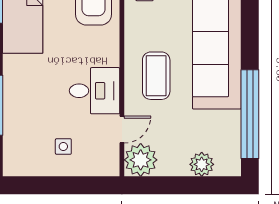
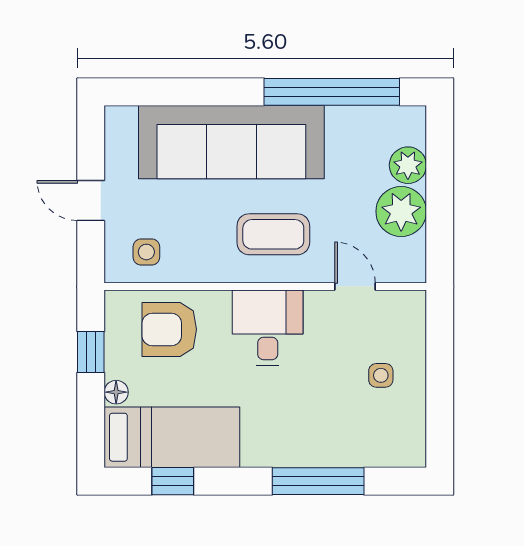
desk: (95, 91) -> (268, 328), moved
plant: (141, 160) -> (401, 211), moved

